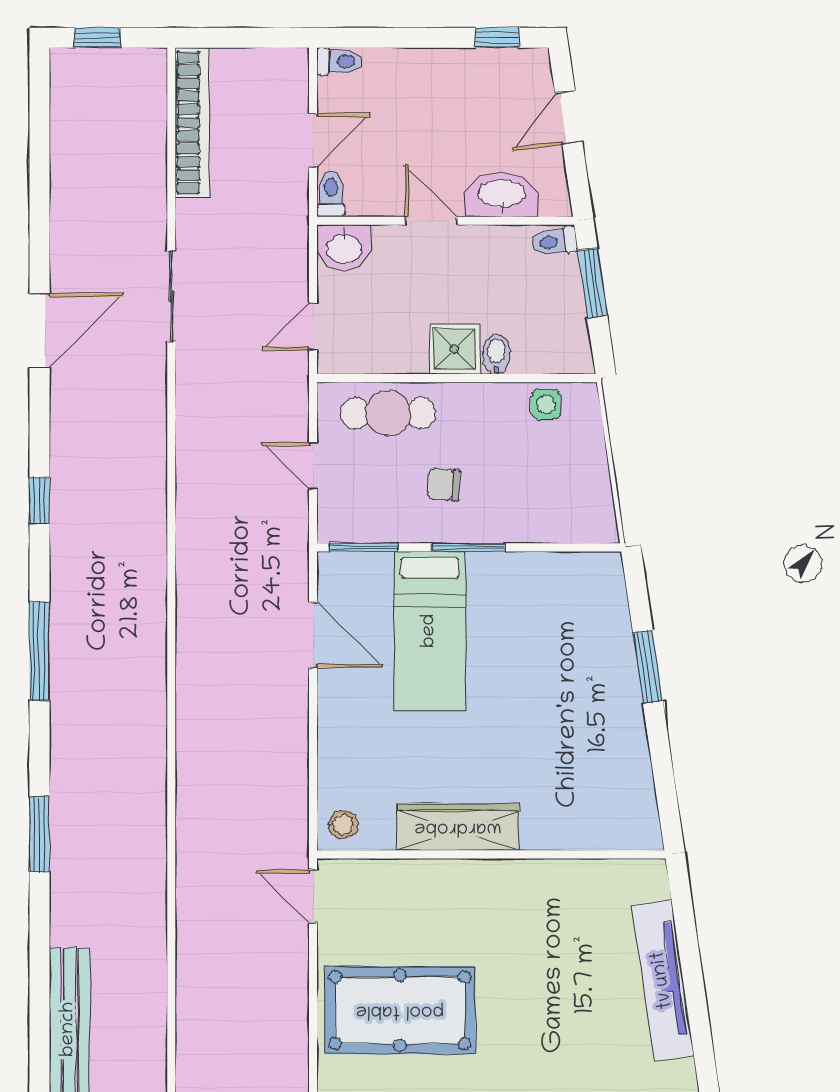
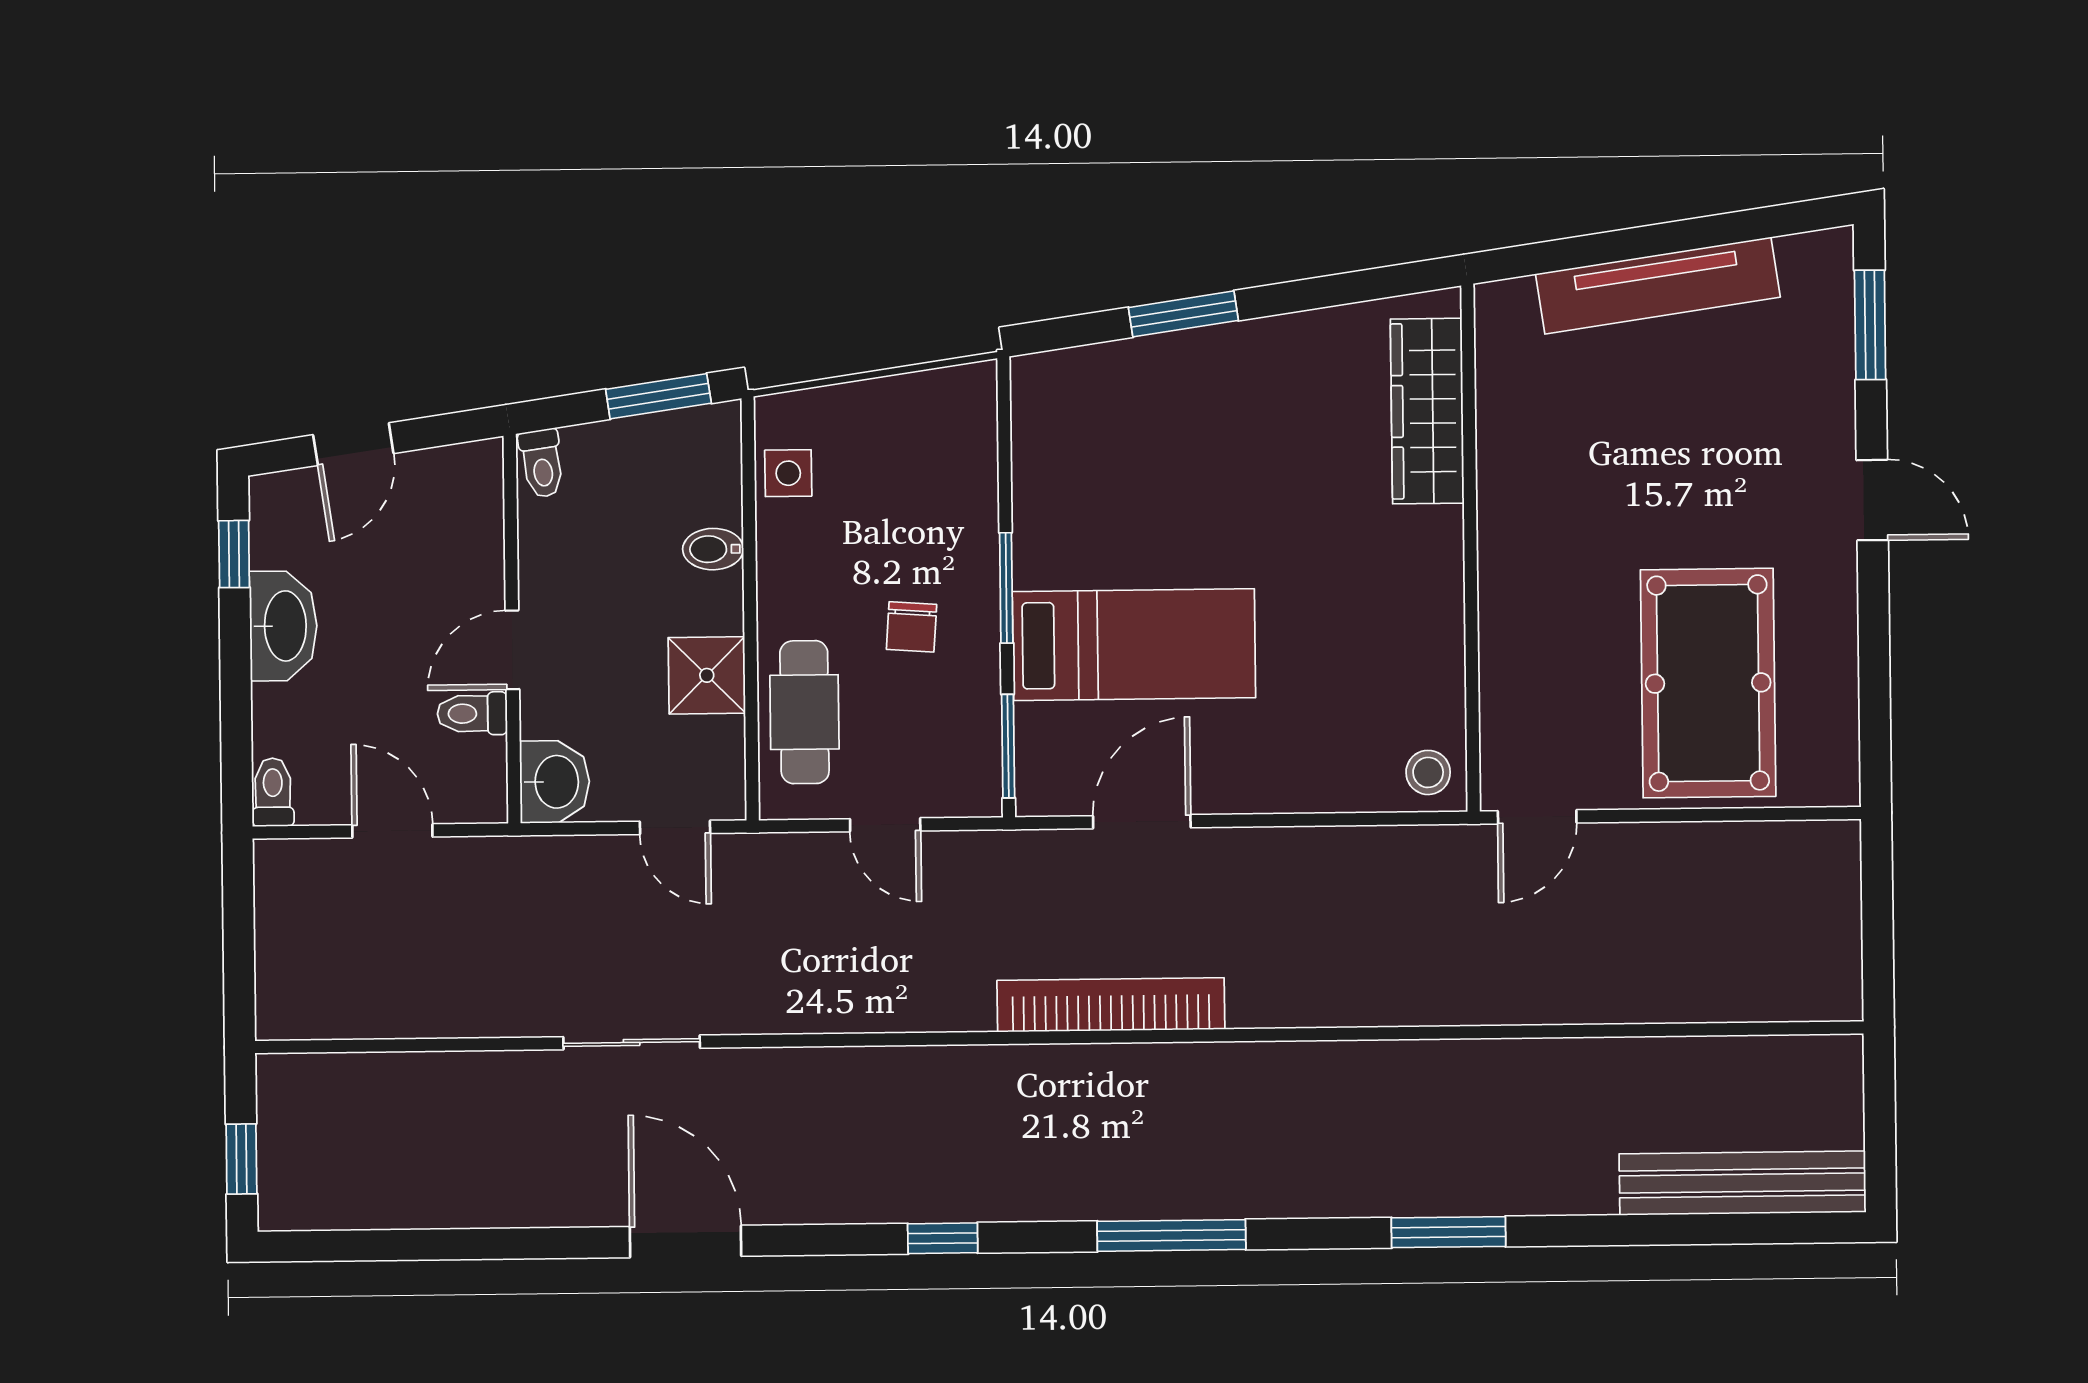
door: (569, 117) -> (353, 444), hinge flipped
bookcase: (192, 123) -> (1111, 1005), moved
toilet: (331, 194) -> (472, 714), moved
washbasin: (502, 195) -> (283, 626), moved, turned 180
window: (593, 283) -> (658, 396), moved
shower: (454, 349) -> (707, 675), moved
door: (313, 466) -> (885, 825), hinge flipped
wardrobe: (458, 827) -> (1427, 411), moved

